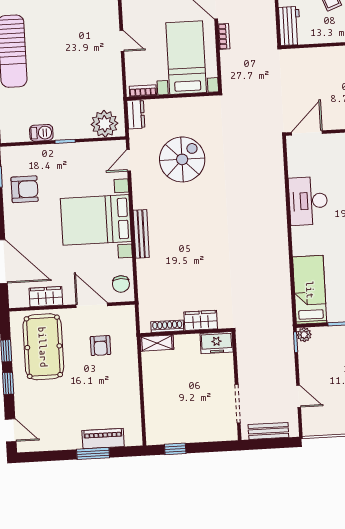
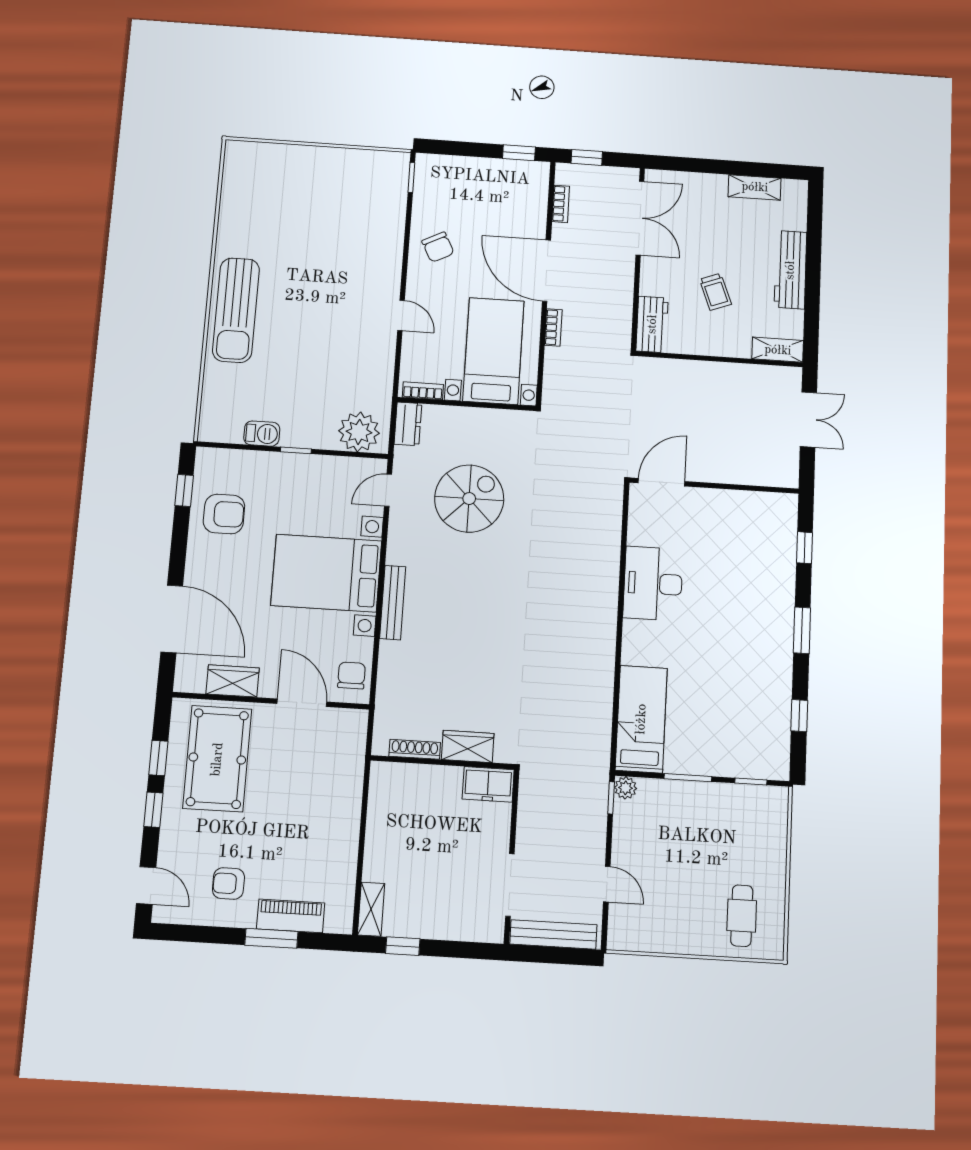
chair: (121, 284) -> (351, 675), turned 180
shelving: (157, 343) -> (371, 909), moved, turned 90
armchair: (100, 346) -> (228, 883), moved, turned 90
bench: (268, 431) -> (553, 934), width x1.36

